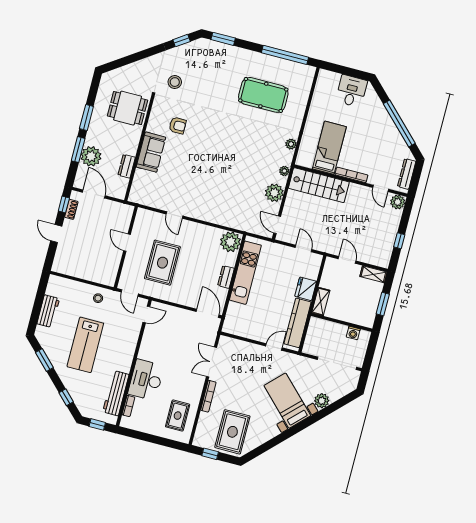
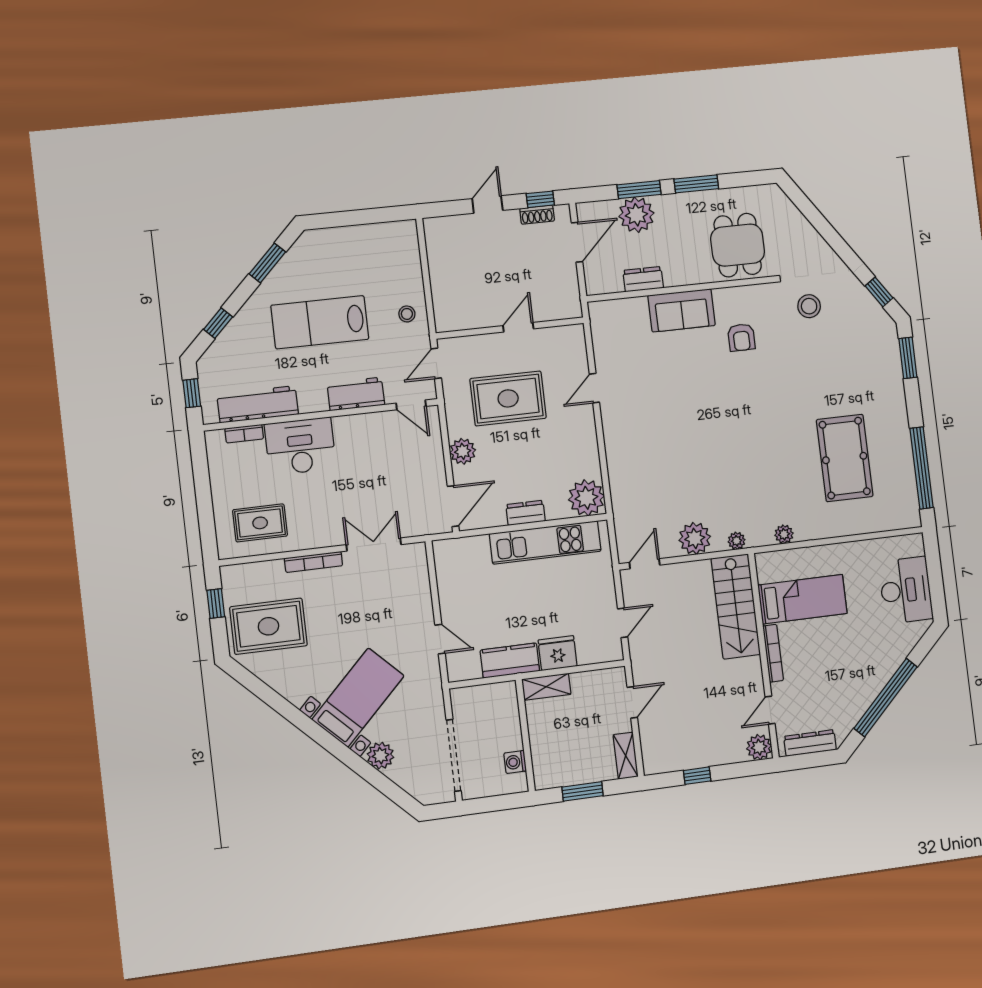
desk: (351, 91) -> (906, 590), width x1.37
plant: (181, 297) -> (463, 451), added
workbench: (48, 311) -> (356, 394), moved, turned 180
kitchen counter: (298, 323) -> (510, 661), width x0.67

